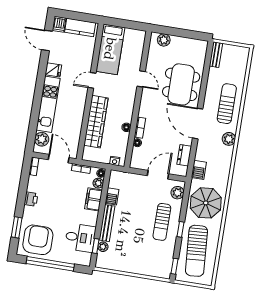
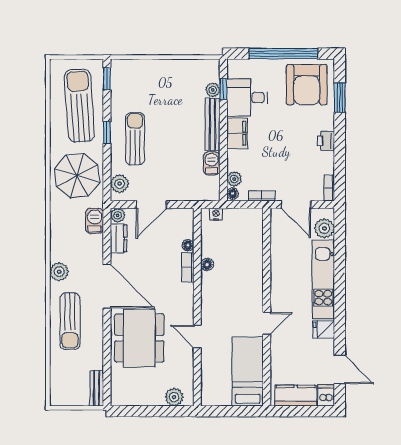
wardrobe: (96, 122) -> (251, 266), removed
plant: (182, 171) -> (118, 215), added
filing cabinet: (94, 199) -> (237, 133), moved

